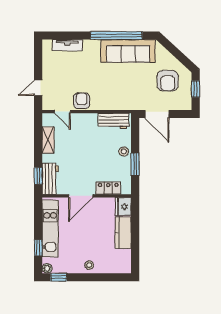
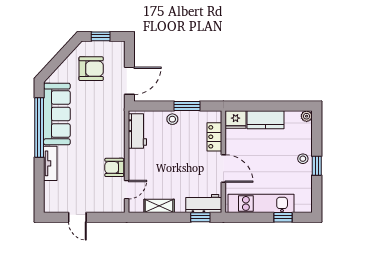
tv unit: (67, 45) -> (50, 163), moved
door: (38, 88) -> (77, 217), moved
plant: (47, 268) -> (307, 116), moved
window: (59, 277) -> (317, 166), moved

